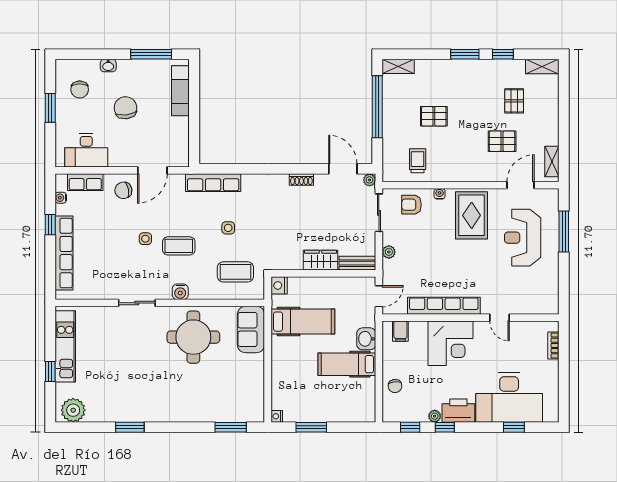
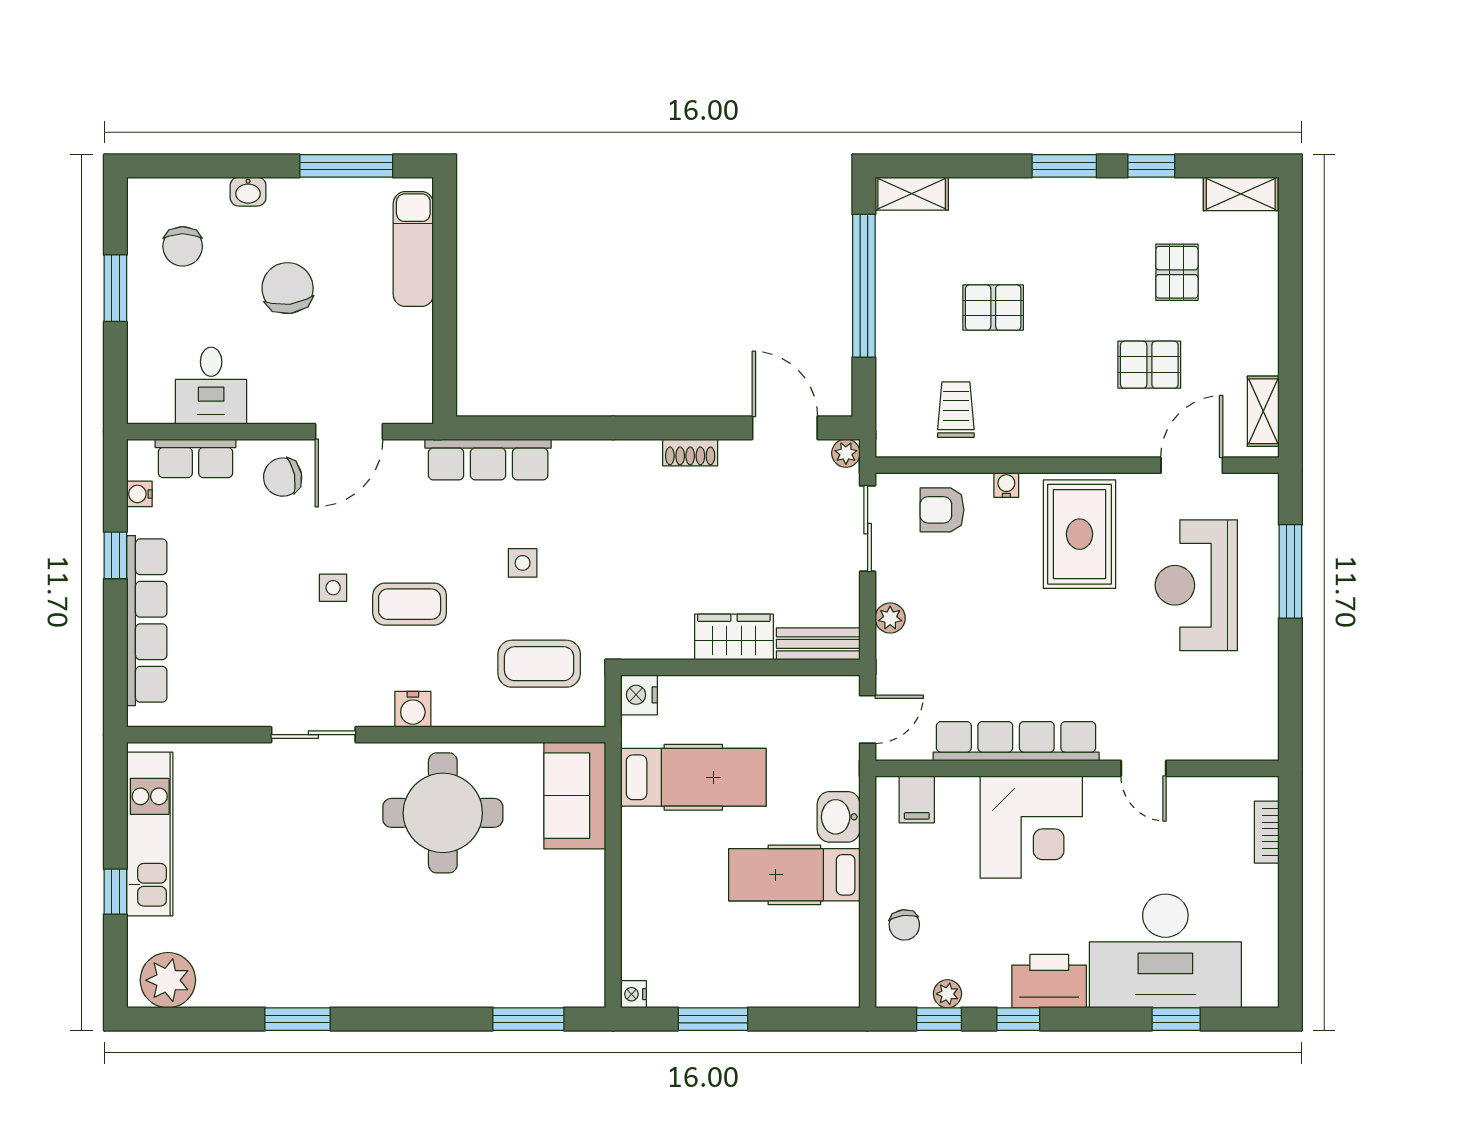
desk: (86, 150) -> (211, 386), width x0.73
plant: (435, 416) -> (947, 994), moved

